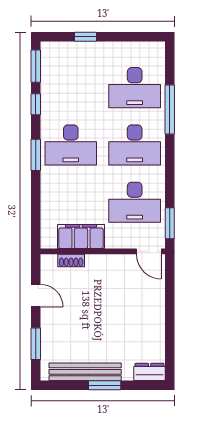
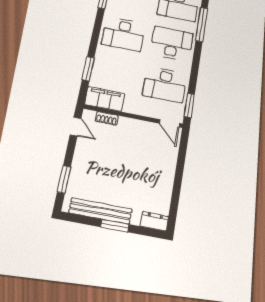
desk: (135, 145) -> (172, 44), turned 180
window: (36, 155) -> (88, 69), moved
filing cabinet: (81, 237) -> (105, 99), moved
door: (36, 296) -> (75, 127), moved

